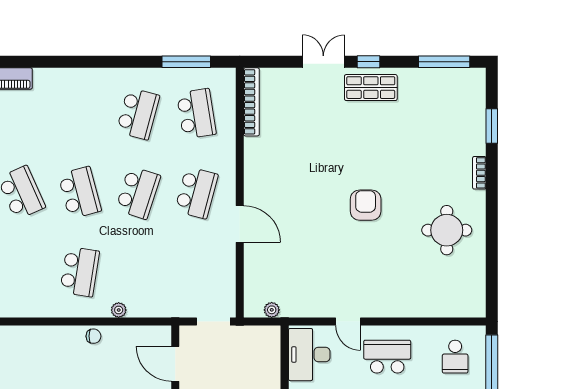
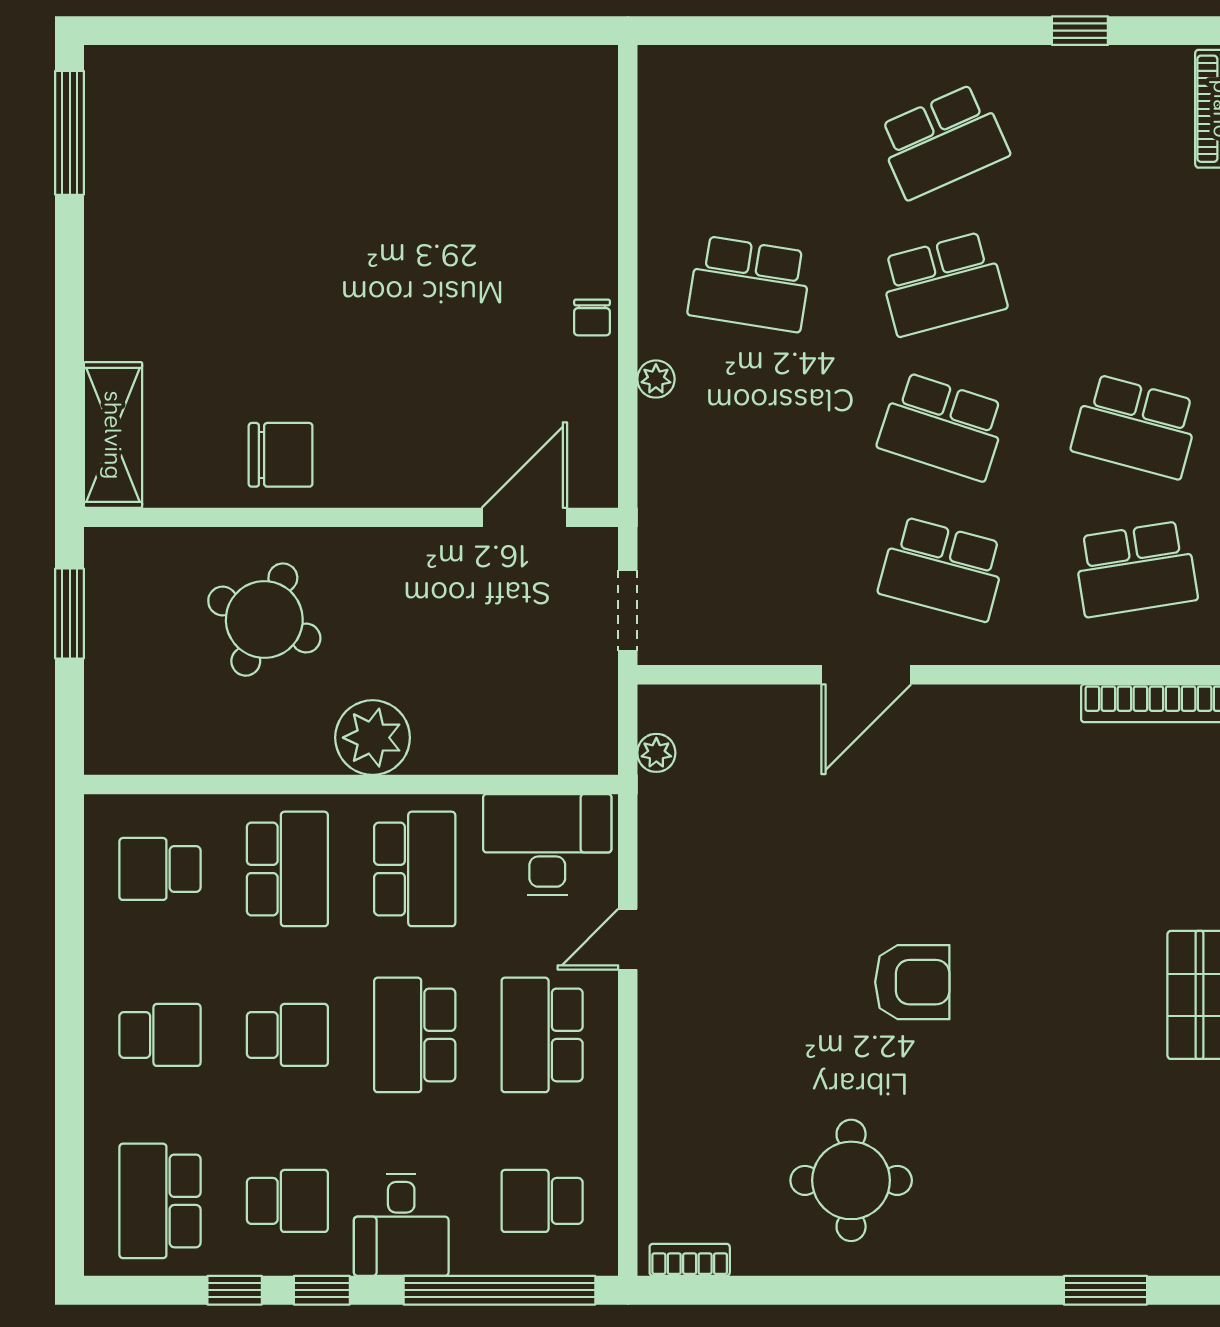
bookcase: (479, 173) -> (690, 1260), moved
school desk: (387, 357) -> (542, 1035), turned 180

